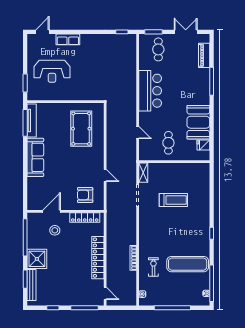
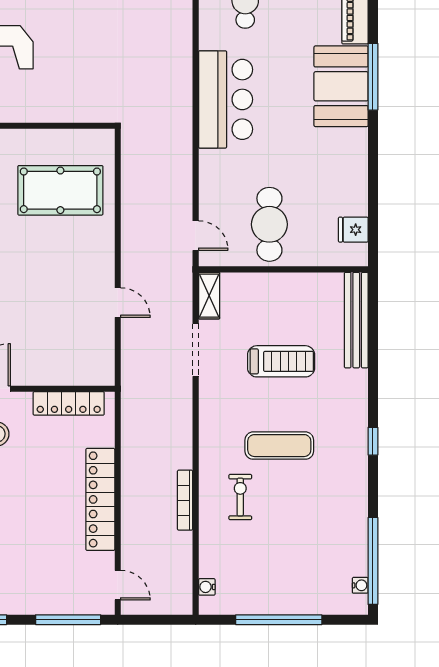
booth: (198, 122) -> (341, 86), moved
pool table: (81, 129) -> (60, 190), turned 90
door: (138, 133) -> (196, 236), moved
cafe table: (168, 143) -> (269, 224), width x1.37, depth x1.35
bench: (205, 183) -> (356, 320), added
armchair: (85, 195) -> (70, 349), removed
exercise mat: (188, 264) -> (279, 446), moved, width x0.73, depth x0.69
exercise bike: (153, 267) -> (240, 497), moved

